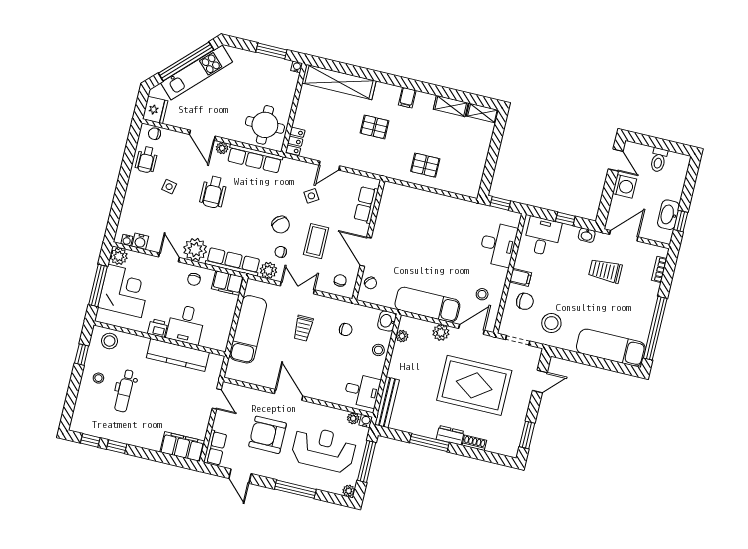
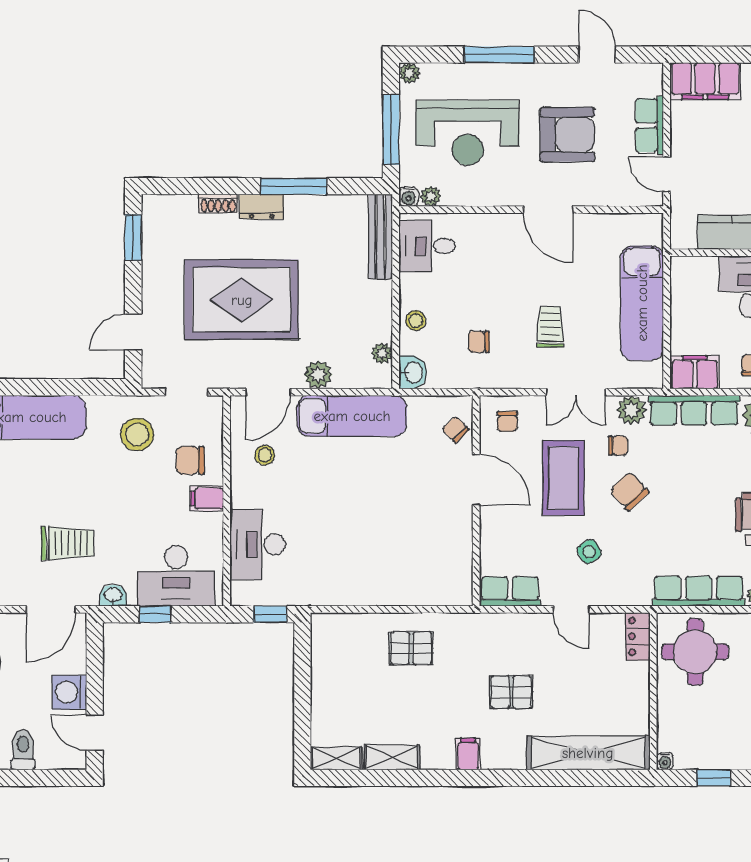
window: (271, 51) -> (714, 778), width x0.67
door: (329, 166) -> (571, 609), swing flipped
row of seats: (366, 205) -> (510, 592), moved, turned -90
desk: (542, 236) -> (176, 576), width x1.37
coffee table: (316, 241) -> (563, 478), width x1.36, depth x1.32
row of seats: (215, 448) -> (650, 125), moved

